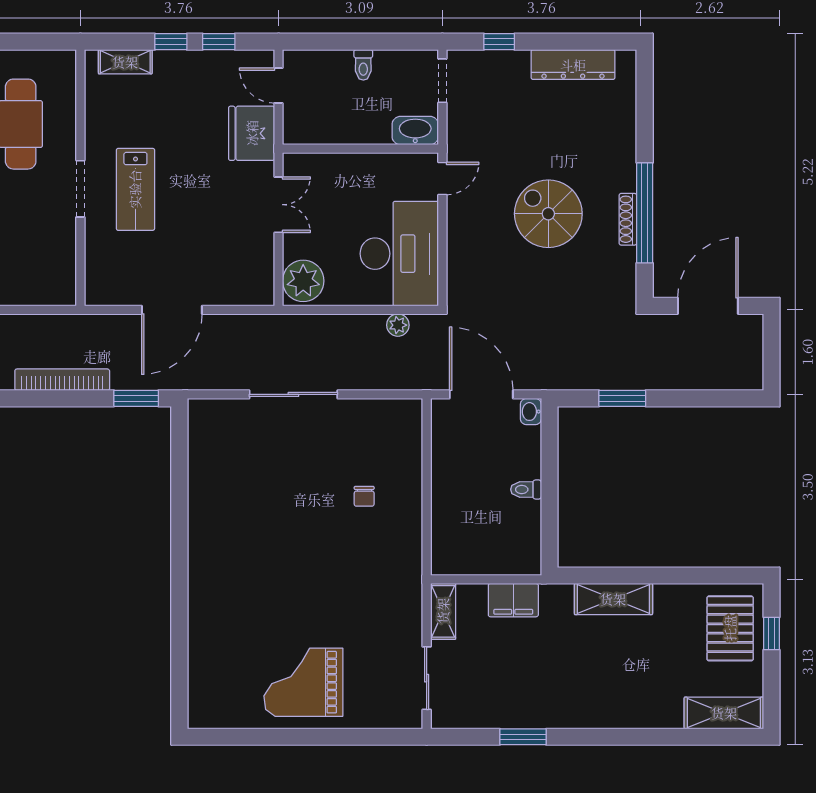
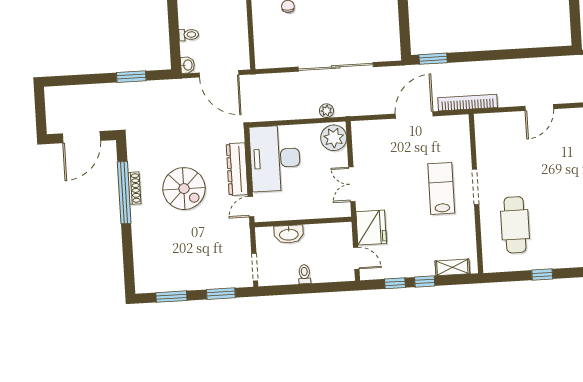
window: (499, 42) -> (221, 294), width x1.50
window: (579, 42) -> (171, 297), added
dresser: (573, 65) -> (237, 169), moved, turned -90
washbasin: (415, 131) -> (289, 234), moved
plant: (398, 325) -> (326, 111), moved
bookcase: (62, 380) -> (468, 103), moved, turned 180
sliding door: (293, 394) -> (336, 67), width x1.36
toilet: (526, 489) -> (189, 35), moved

